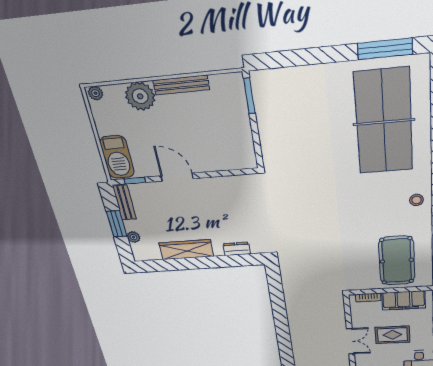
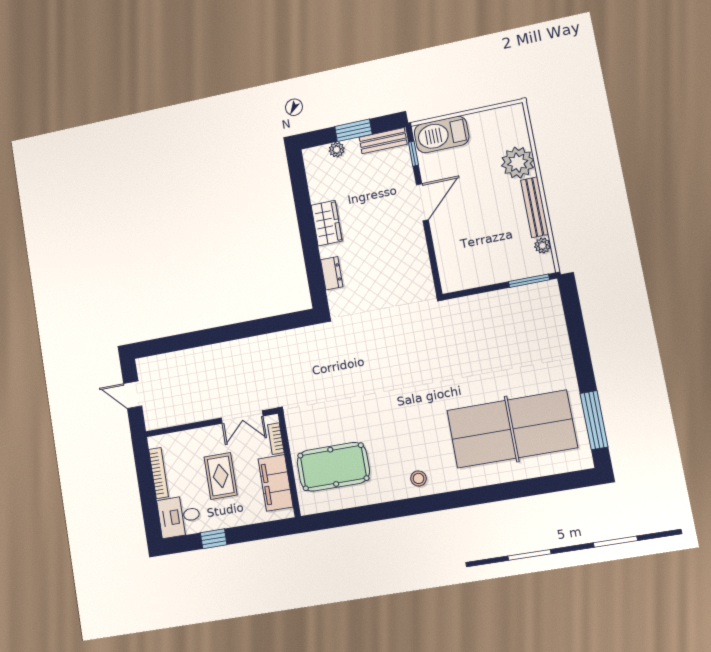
plant: (96, 93) -> (543, 246), moved
wardrobe: (186, 250) -> (327, 223), width x0.67
double door: (350, 341) -> (242, 417), moved

